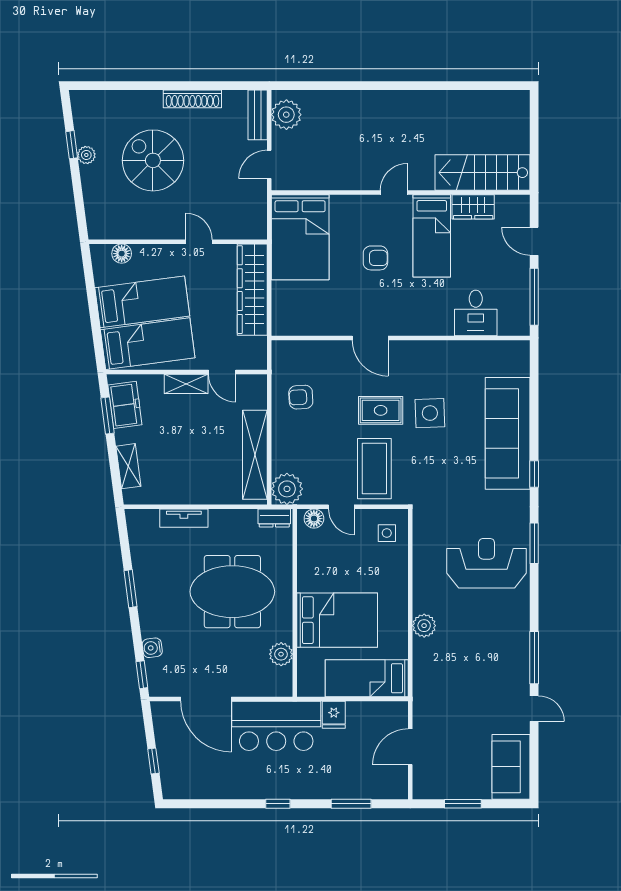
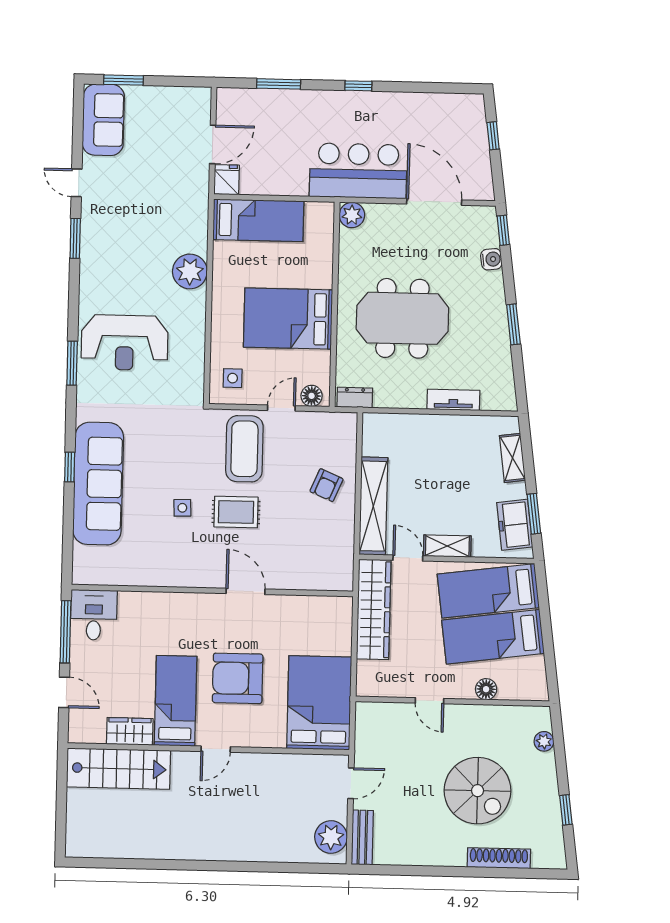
shoe rack: (192, 99) -> (499, 858), moved
plant: (86, 155) -> (544, 741), moved
floor lamp: (122, 254) -> (486, 689), moved
armchair: (375, 258) -> (238, 678), width x1.88, depth x1.88
wardrobe: (252, 290) -> (374, 609), moved
desk: (476, 313) -> (94, 615), moved
armchair: (301, 397) -> (326, 485), moved, turned 116
side table: (430, 413) -> (182, 508), width x0.54, depth x0.54
shelving: (255, 455) -> (373, 506), moved
window: (534, 474) -> (70, 467), moved
plant: (287, 489) -> (340, 429), removed
door: (341, 507) -> (281, 408), hinge flipped
bed: (337, 620) -> (288, 318), moved
plant: (424, 626) -> (190, 271), width x1.36, depth x1.36
plant: (281, 654) -> (352, 215), moved
window: (534, 658) -> (75, 238), width x0.69
fridge: (334, 715) -> (227, 180), moved
window: (463, 804) -> (124, 80), moved

